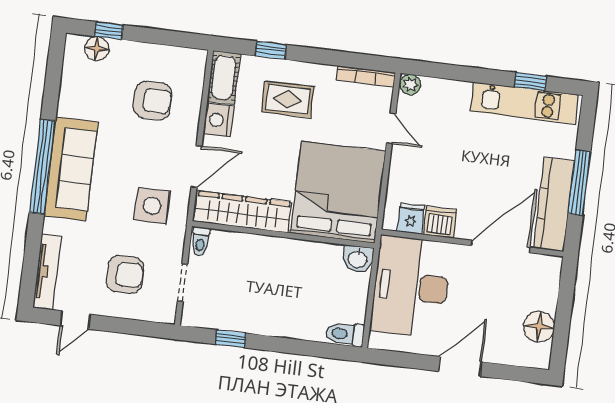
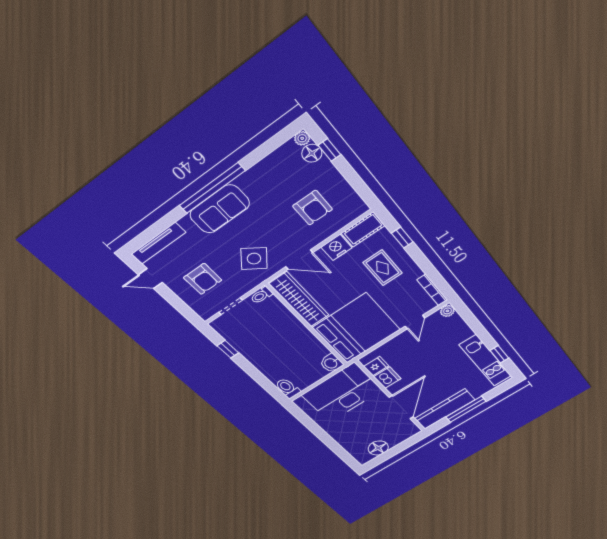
plant: (74, 43) -> (302, 138), added
sofa: (71, 169) -> (220, 209), width x0.73
side table: (152, 206) -> (254, 259), turned 37
door: (501, 246) -> (401, 407), hinge flipped
door: (460, 367) -> (325, 438), removed

